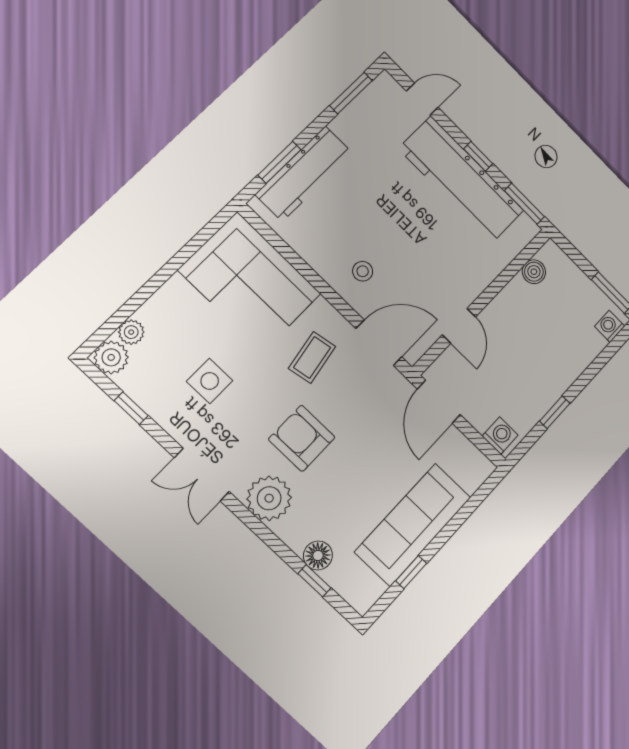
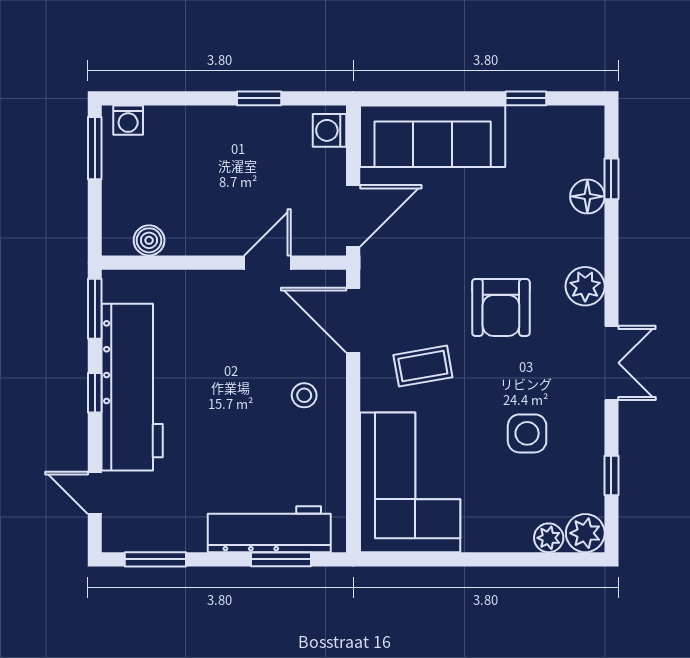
plant: (269, 498) -> (585, 286), width x0.73, depth x0.73
sofa: (413, 525) -> (433, 136), moved

